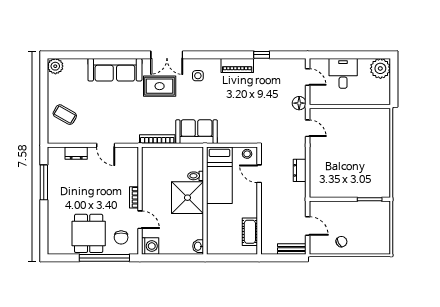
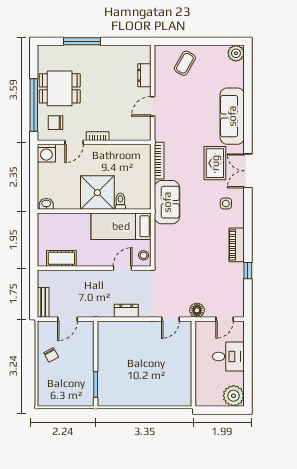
window: (44, 182) -> (82, 41), moved

